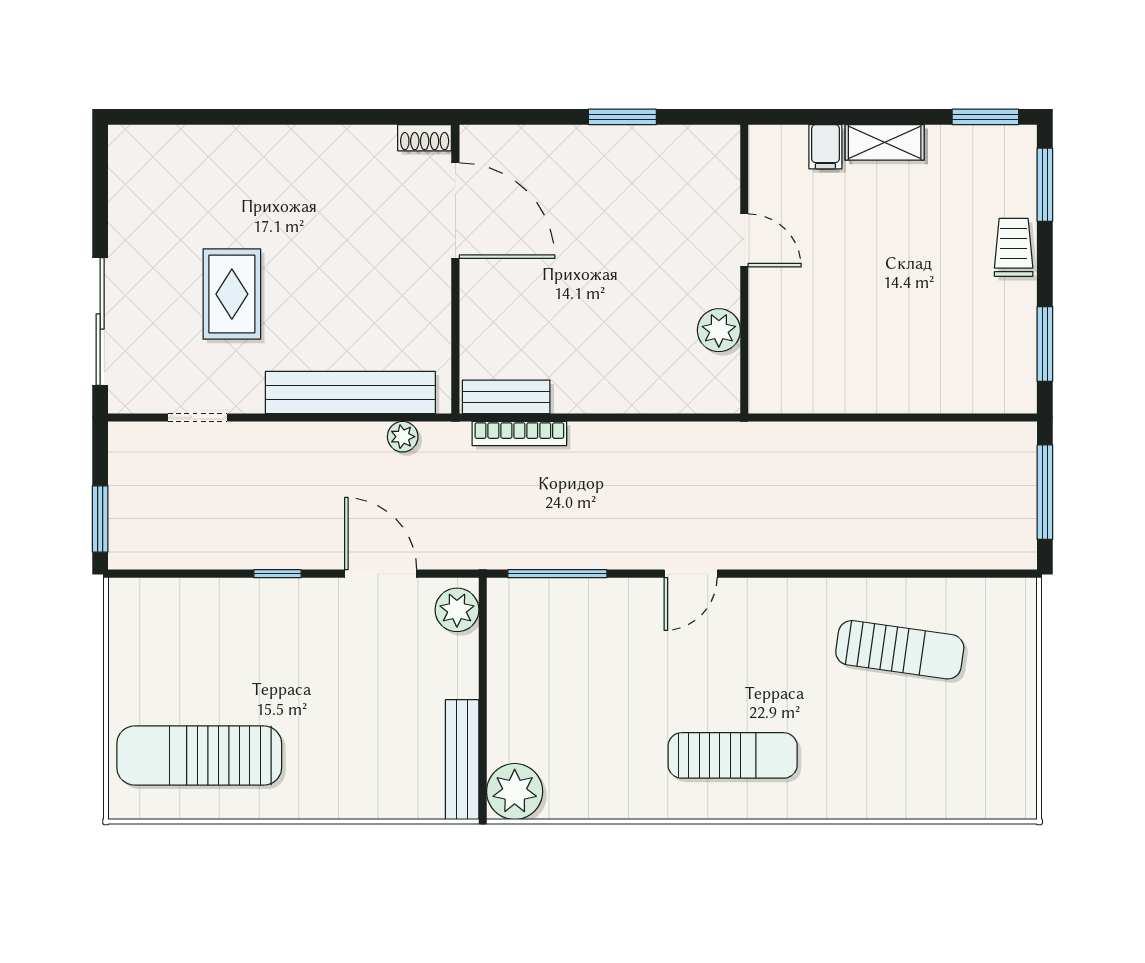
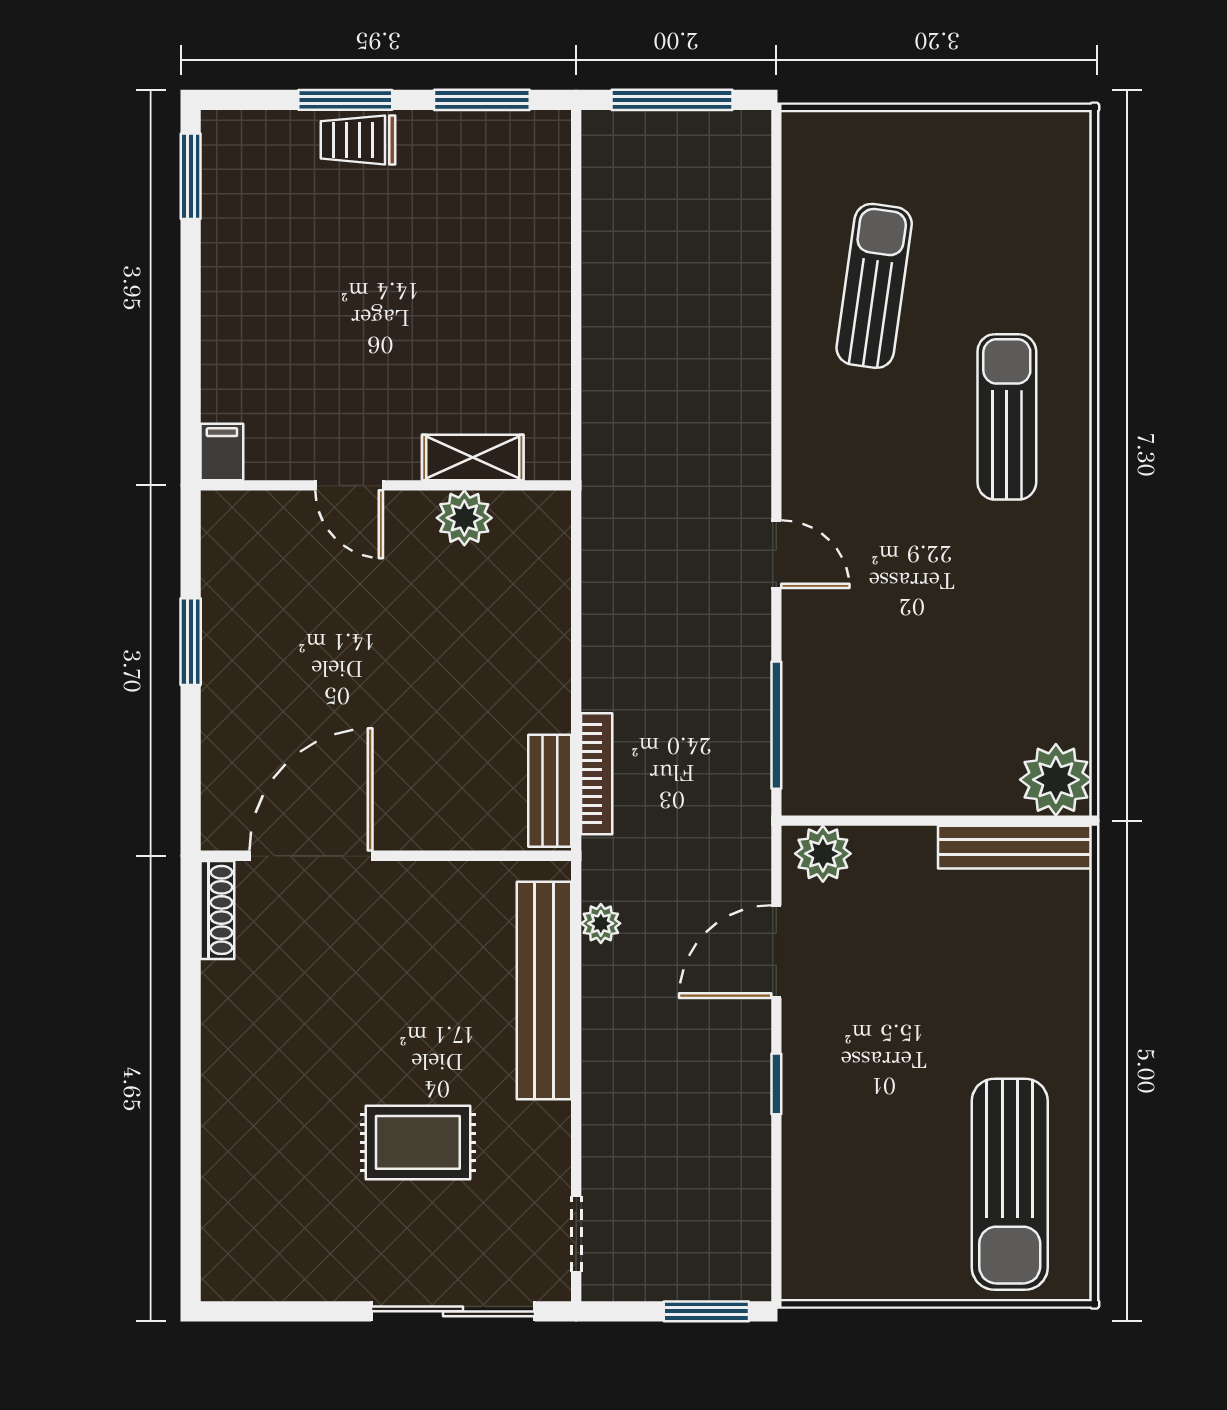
shoe rack: (425, 138) -> (217, 910), width x1.43
shelving: (885, 142) -> (473, 457), moved, turned 90
filing cabinet: (825, 147) -> (222, 452), moved, turned -90
window: (1045, 185) -> (345, 100), moved
door: (744, 240) -> (349, 485), swing flipped
doorway: (198, 417) -> (576, 1234), moved
sun lounger: (733, 755) -> (1007, 417), moved

